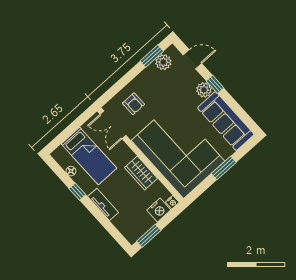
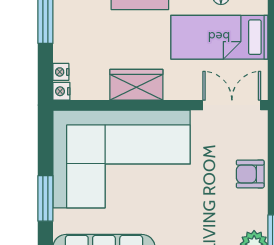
armchair: (134, 104) -> (250, 174), moved
nightstand: (159, 210) -> (61, 72), width x0.53, depth x0.56

